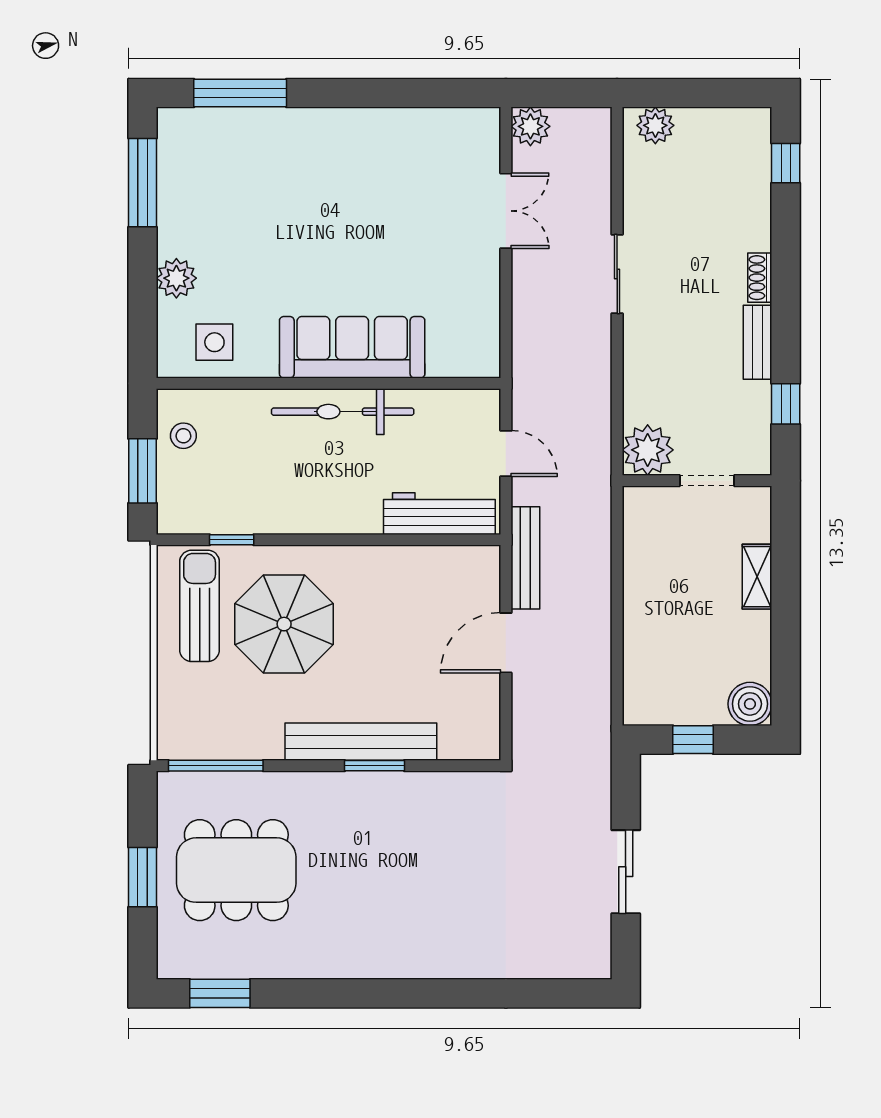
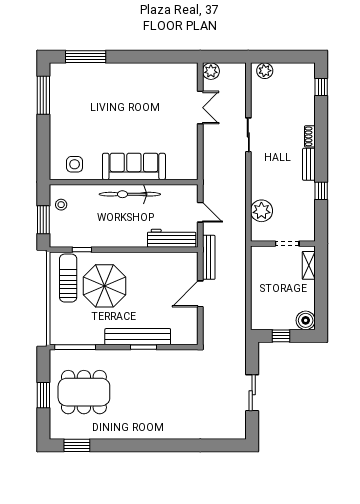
plant: (176, 278) -> (58, 137), removed
wall: (697, 481) -> (283, 244), moved
doorway: (707, 481) -> (287, 244), moved

